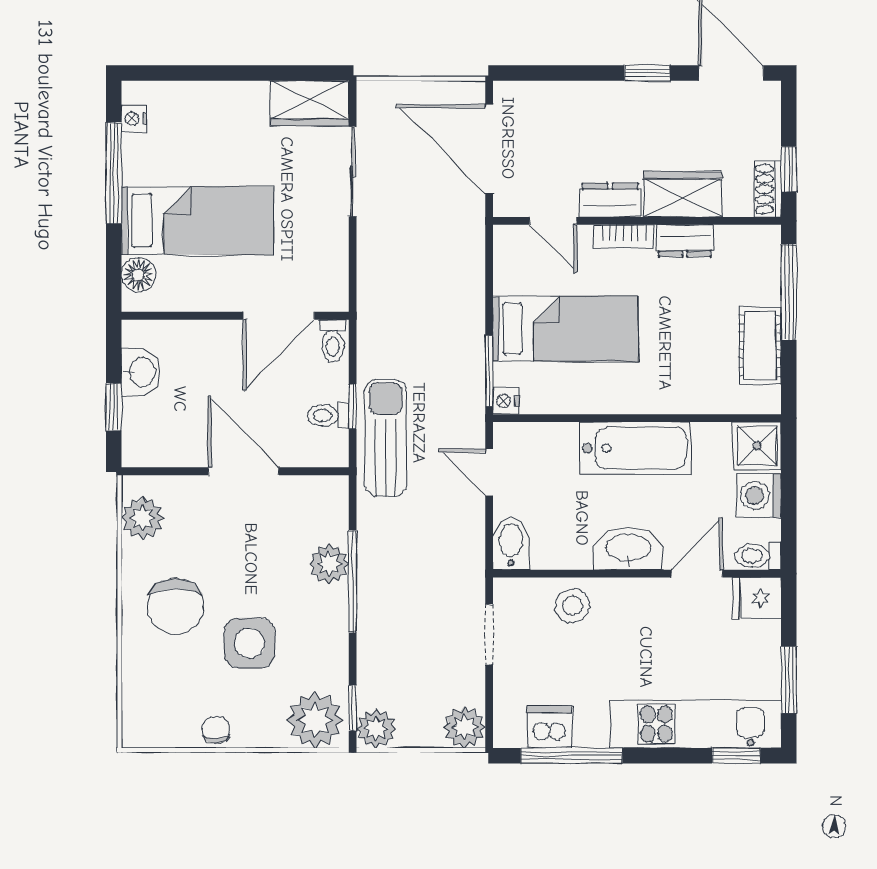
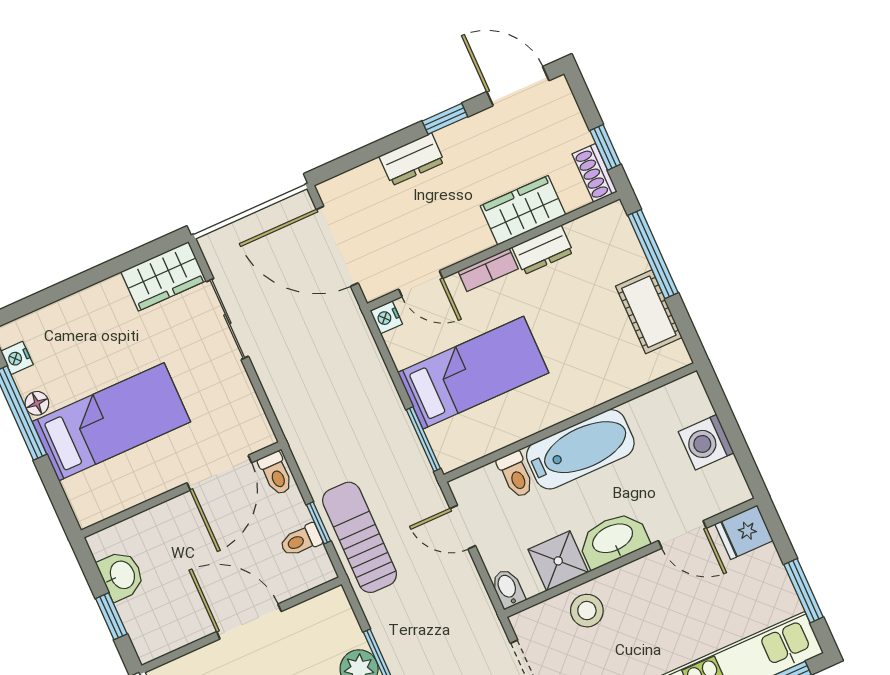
dresser: (610, 200) -> (412, 159), moved, turned 180
floor lamp: (138, 275) -> (37, 403), moved, width x0.73, depth x0.73
nightstand: (506, 401) -> (386, 317), moved
shower: (757, 446) -> (558, 561), moved
bidet: (511, 544) -> (508, 588), width x0.72, depth x0.74
toilet: (758, 556) -> (516, 475), moved, turned -90
door: (697, 574) -> (682, 534), swing flipped

